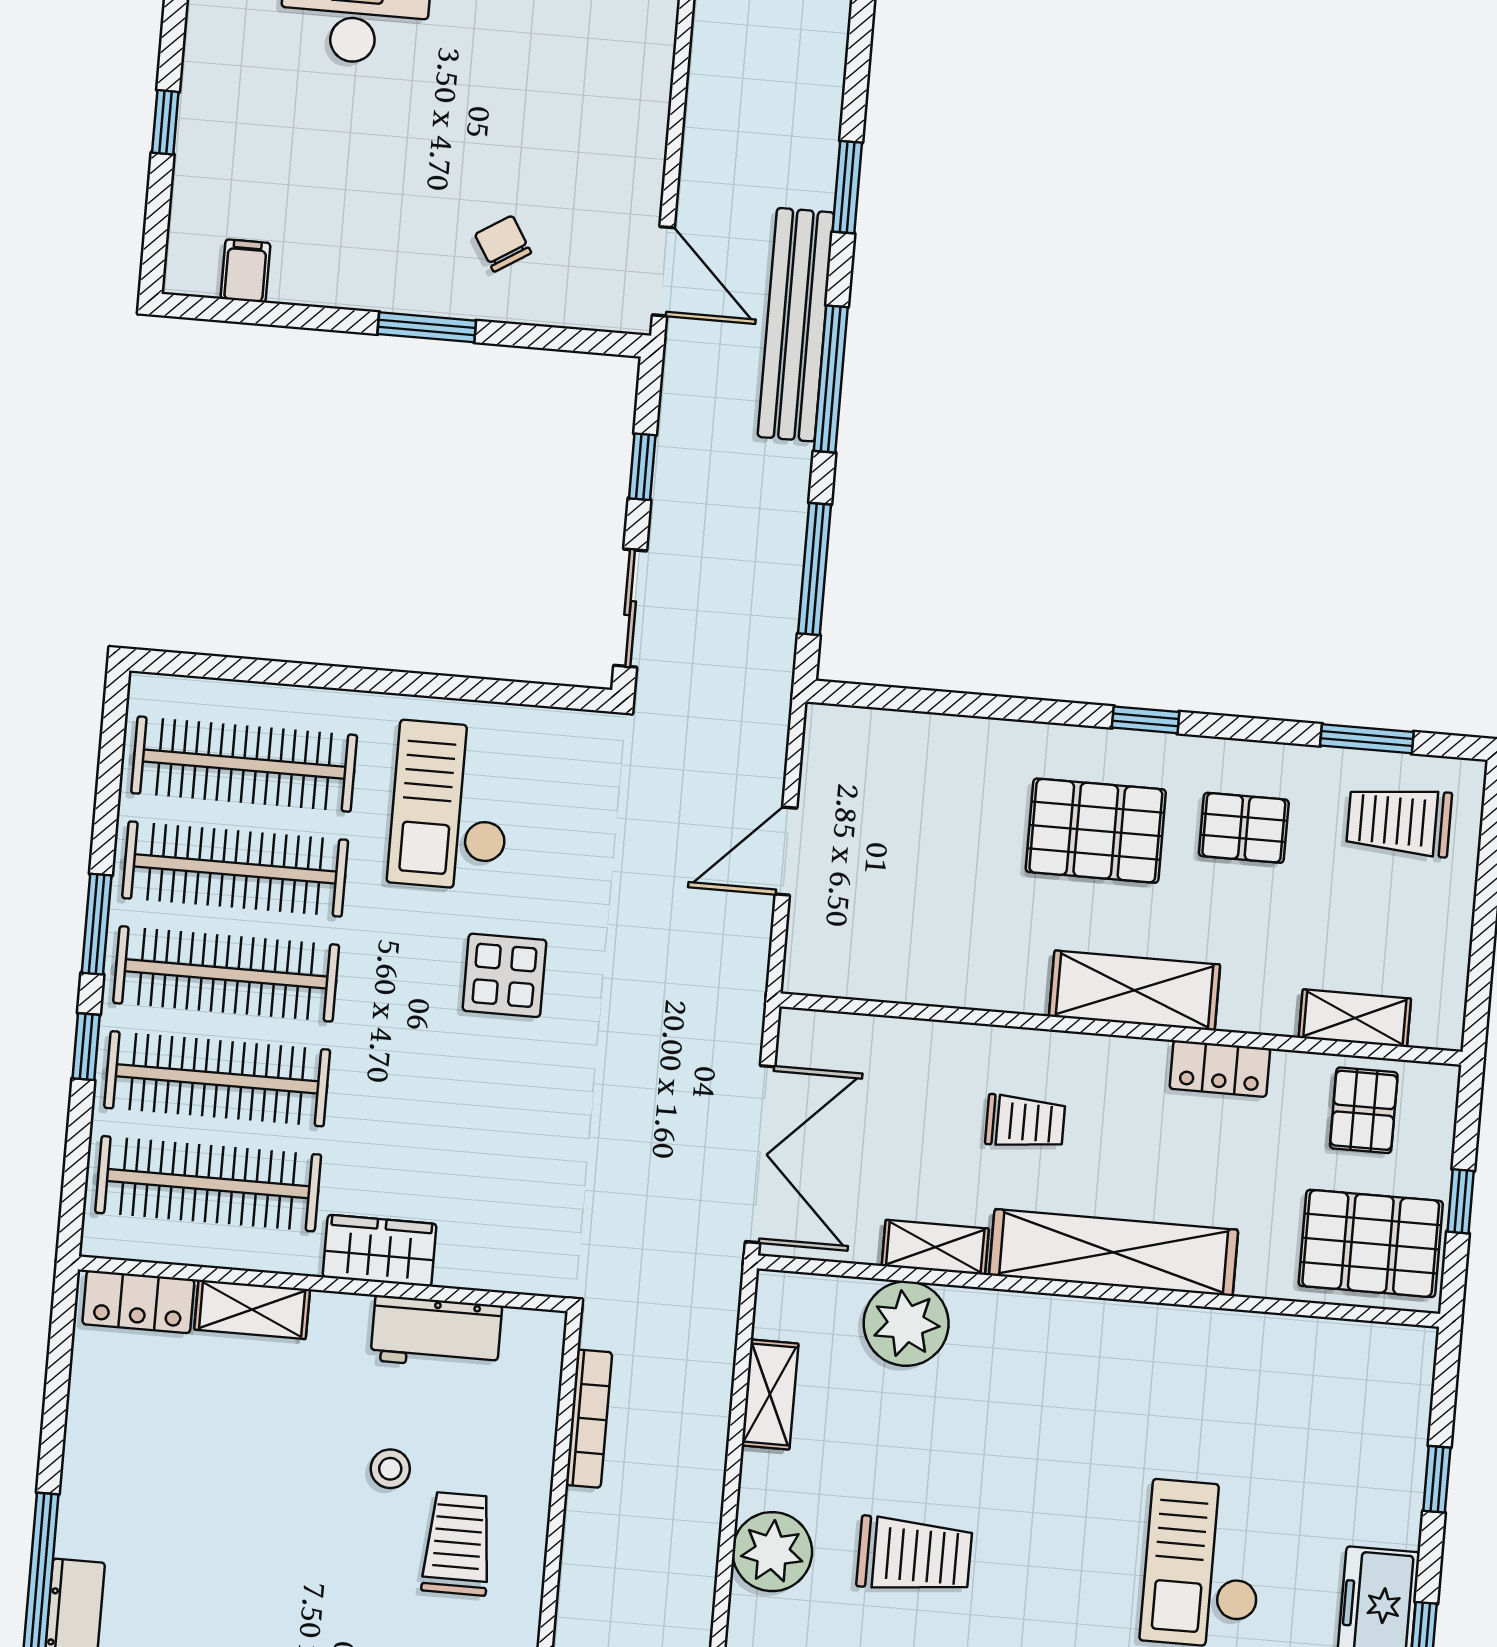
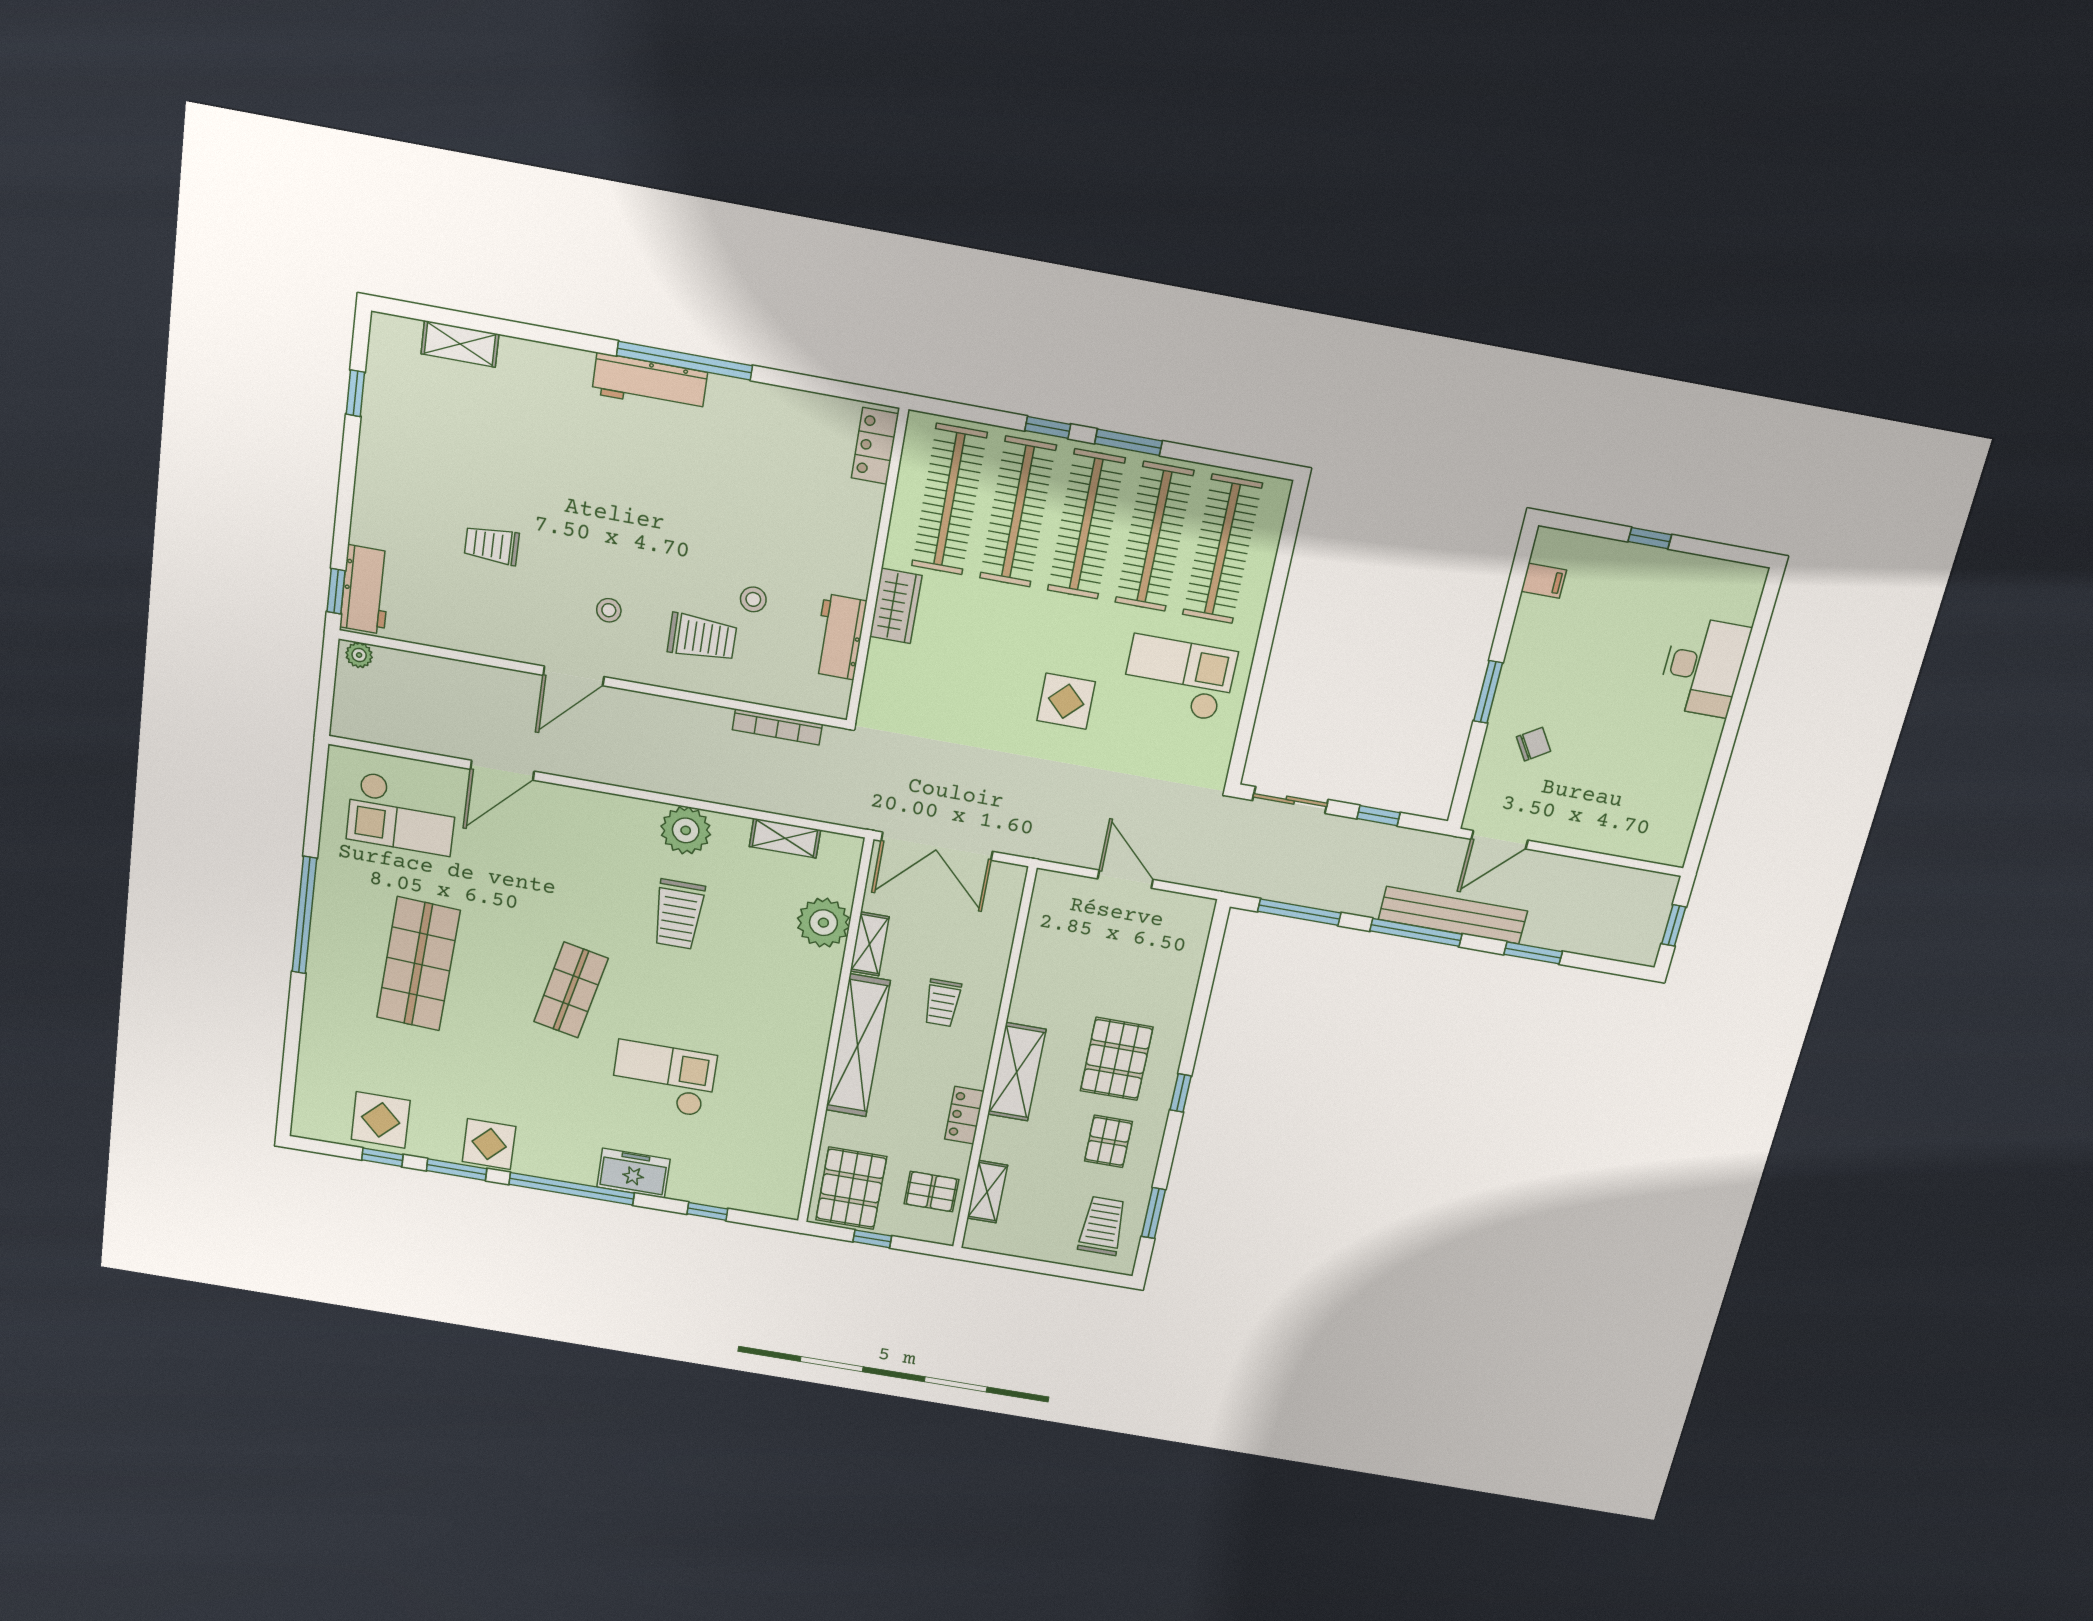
shelving: (252, 1309) -> (864, 520), removed

